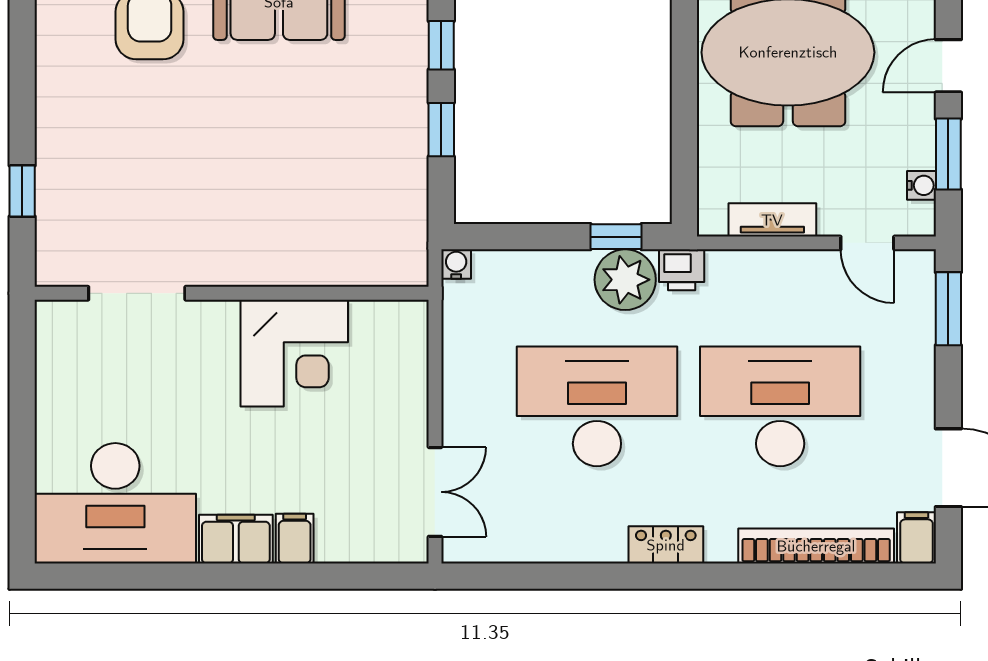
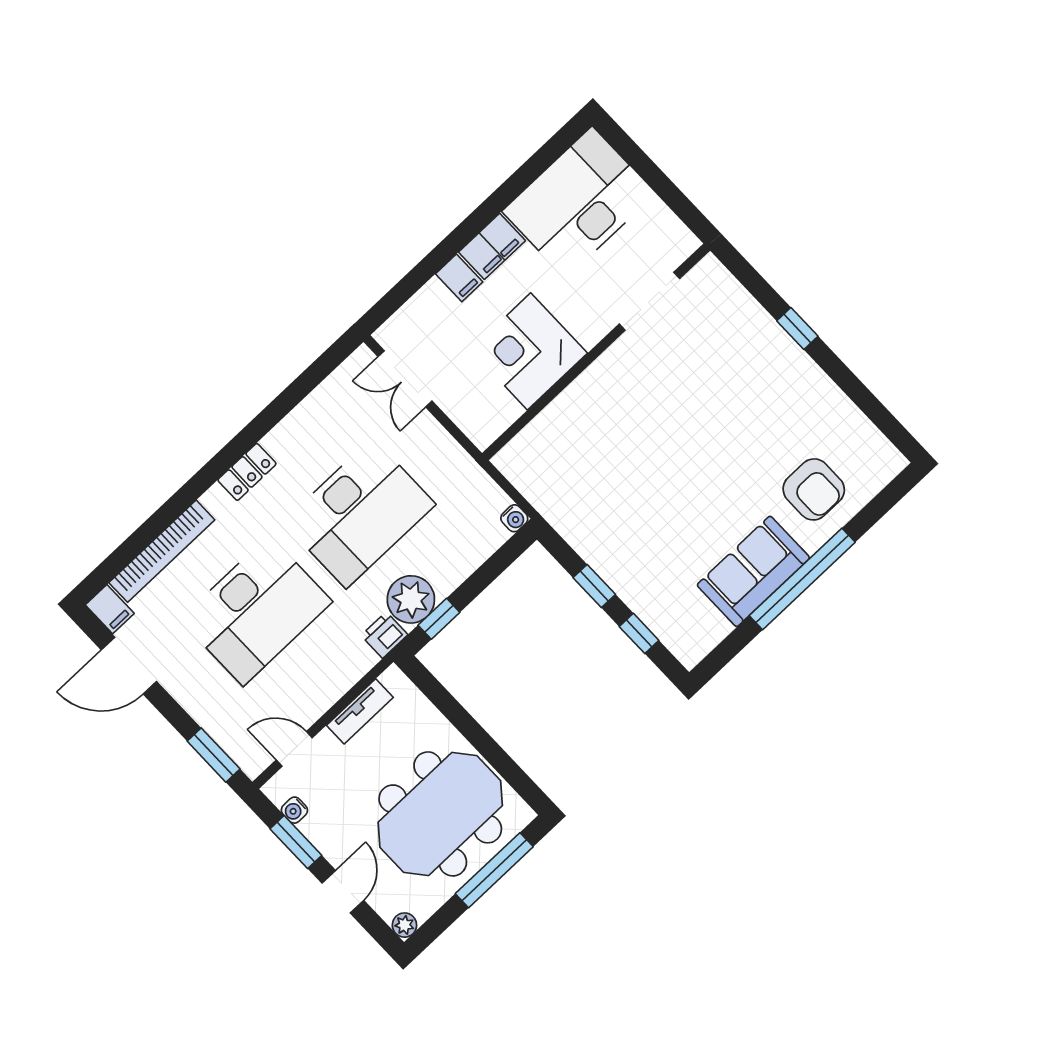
doorway: (137, 293) -> (649, 301), moved
wall: (232, 293) -> (596, 352), moved
corner desk: (294, 353) -> (529, 351), moved

